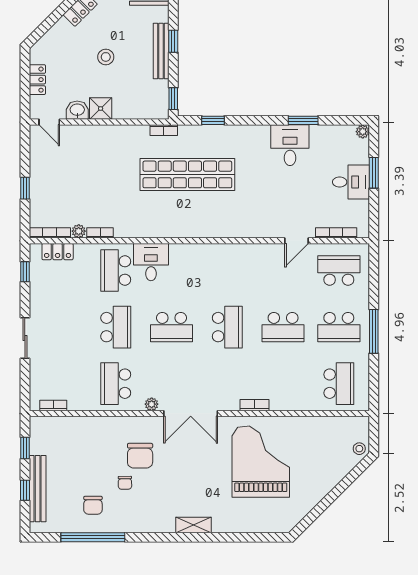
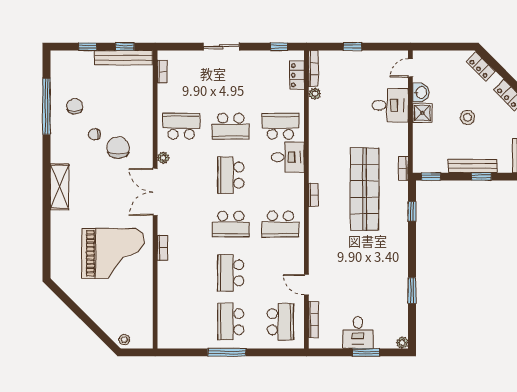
locker: (37, 80) -> (481, 66), moved, turned 45
desk: (290, 145) -> (390, 105), moved
bookcase: (100, 233) -> (313, 195), moved
school desk: (339, 384) -> (280, 224), moved
chair: (140, 456) -> (118, 148), turned 90
bench: (38, 489) -> (124, 58), moved
chair: (93, 505) -> (75, 106), turned 90
shelving: (194, 525) -> (60, 187), width x1.50, depth x1.33

